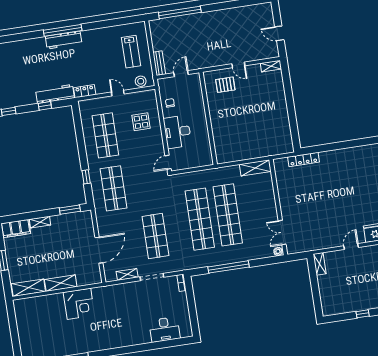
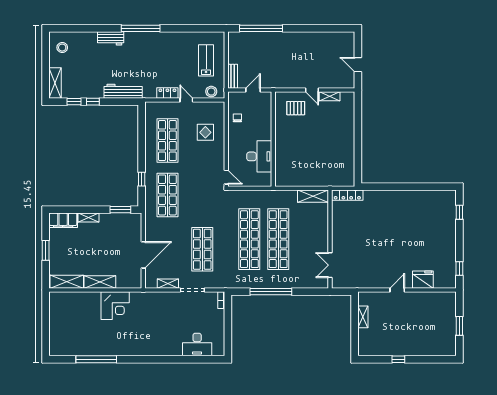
workbench: (64, 40) -> (111, 38), moved, width x0.73
lab bench: (131, 52) -> (206, 60), turned 180
shelving: (271, 66) -> (330, 96), moved
locker: (85, 91) -> (167, 93), moved
window: (45, 106) -> (93, 102), moved
desk: (177, 132) -> (259, 156), moved, turned 180
locker: (303, 159) -> (347, 195), moved
door: (168, 162) -> (226, 177), swing flipped
plant: (278, 251) -> (323, 284), removed
shelving: (320, 264) -> (363, 317), moved

